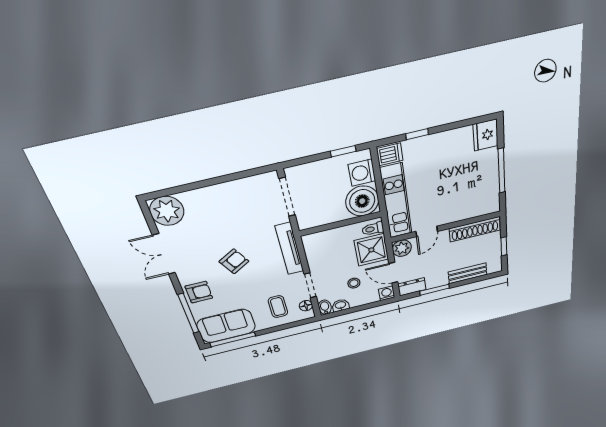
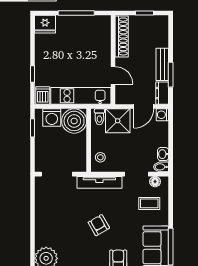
plant: (402, 248) -> (123, 97), removed
bench: (468, 273) -> (162, 64), moved
stool: (354, 283) -> (100, 157), moved

